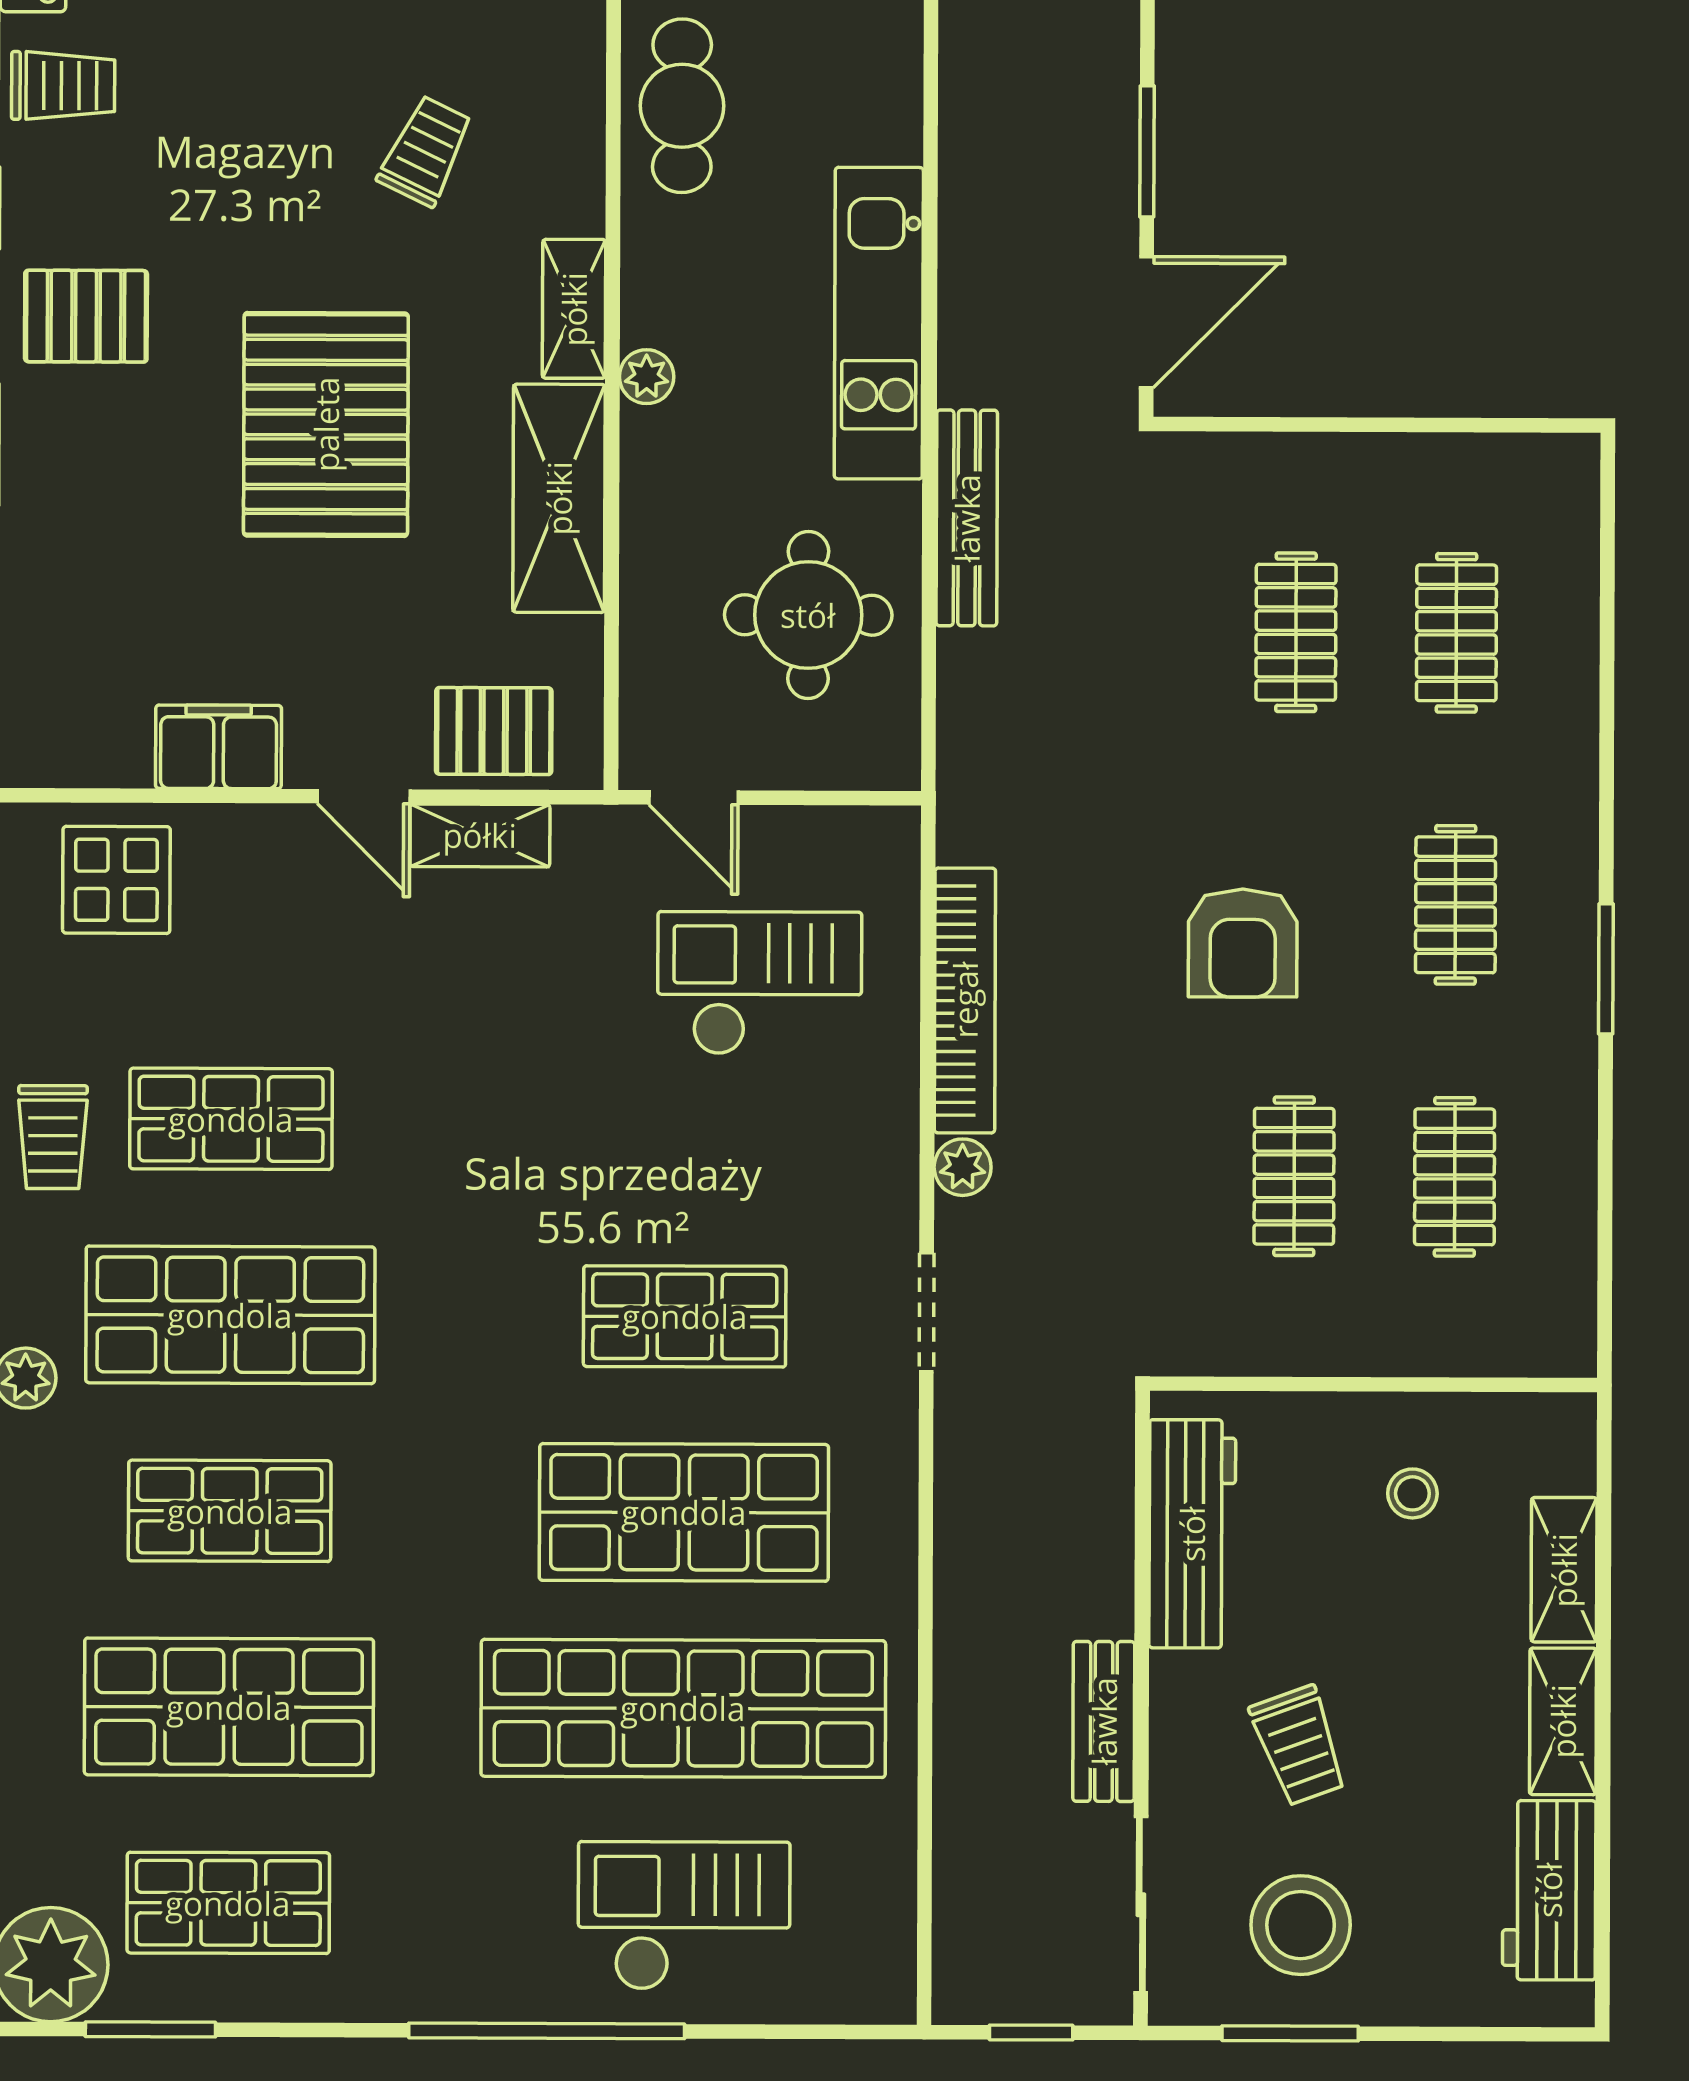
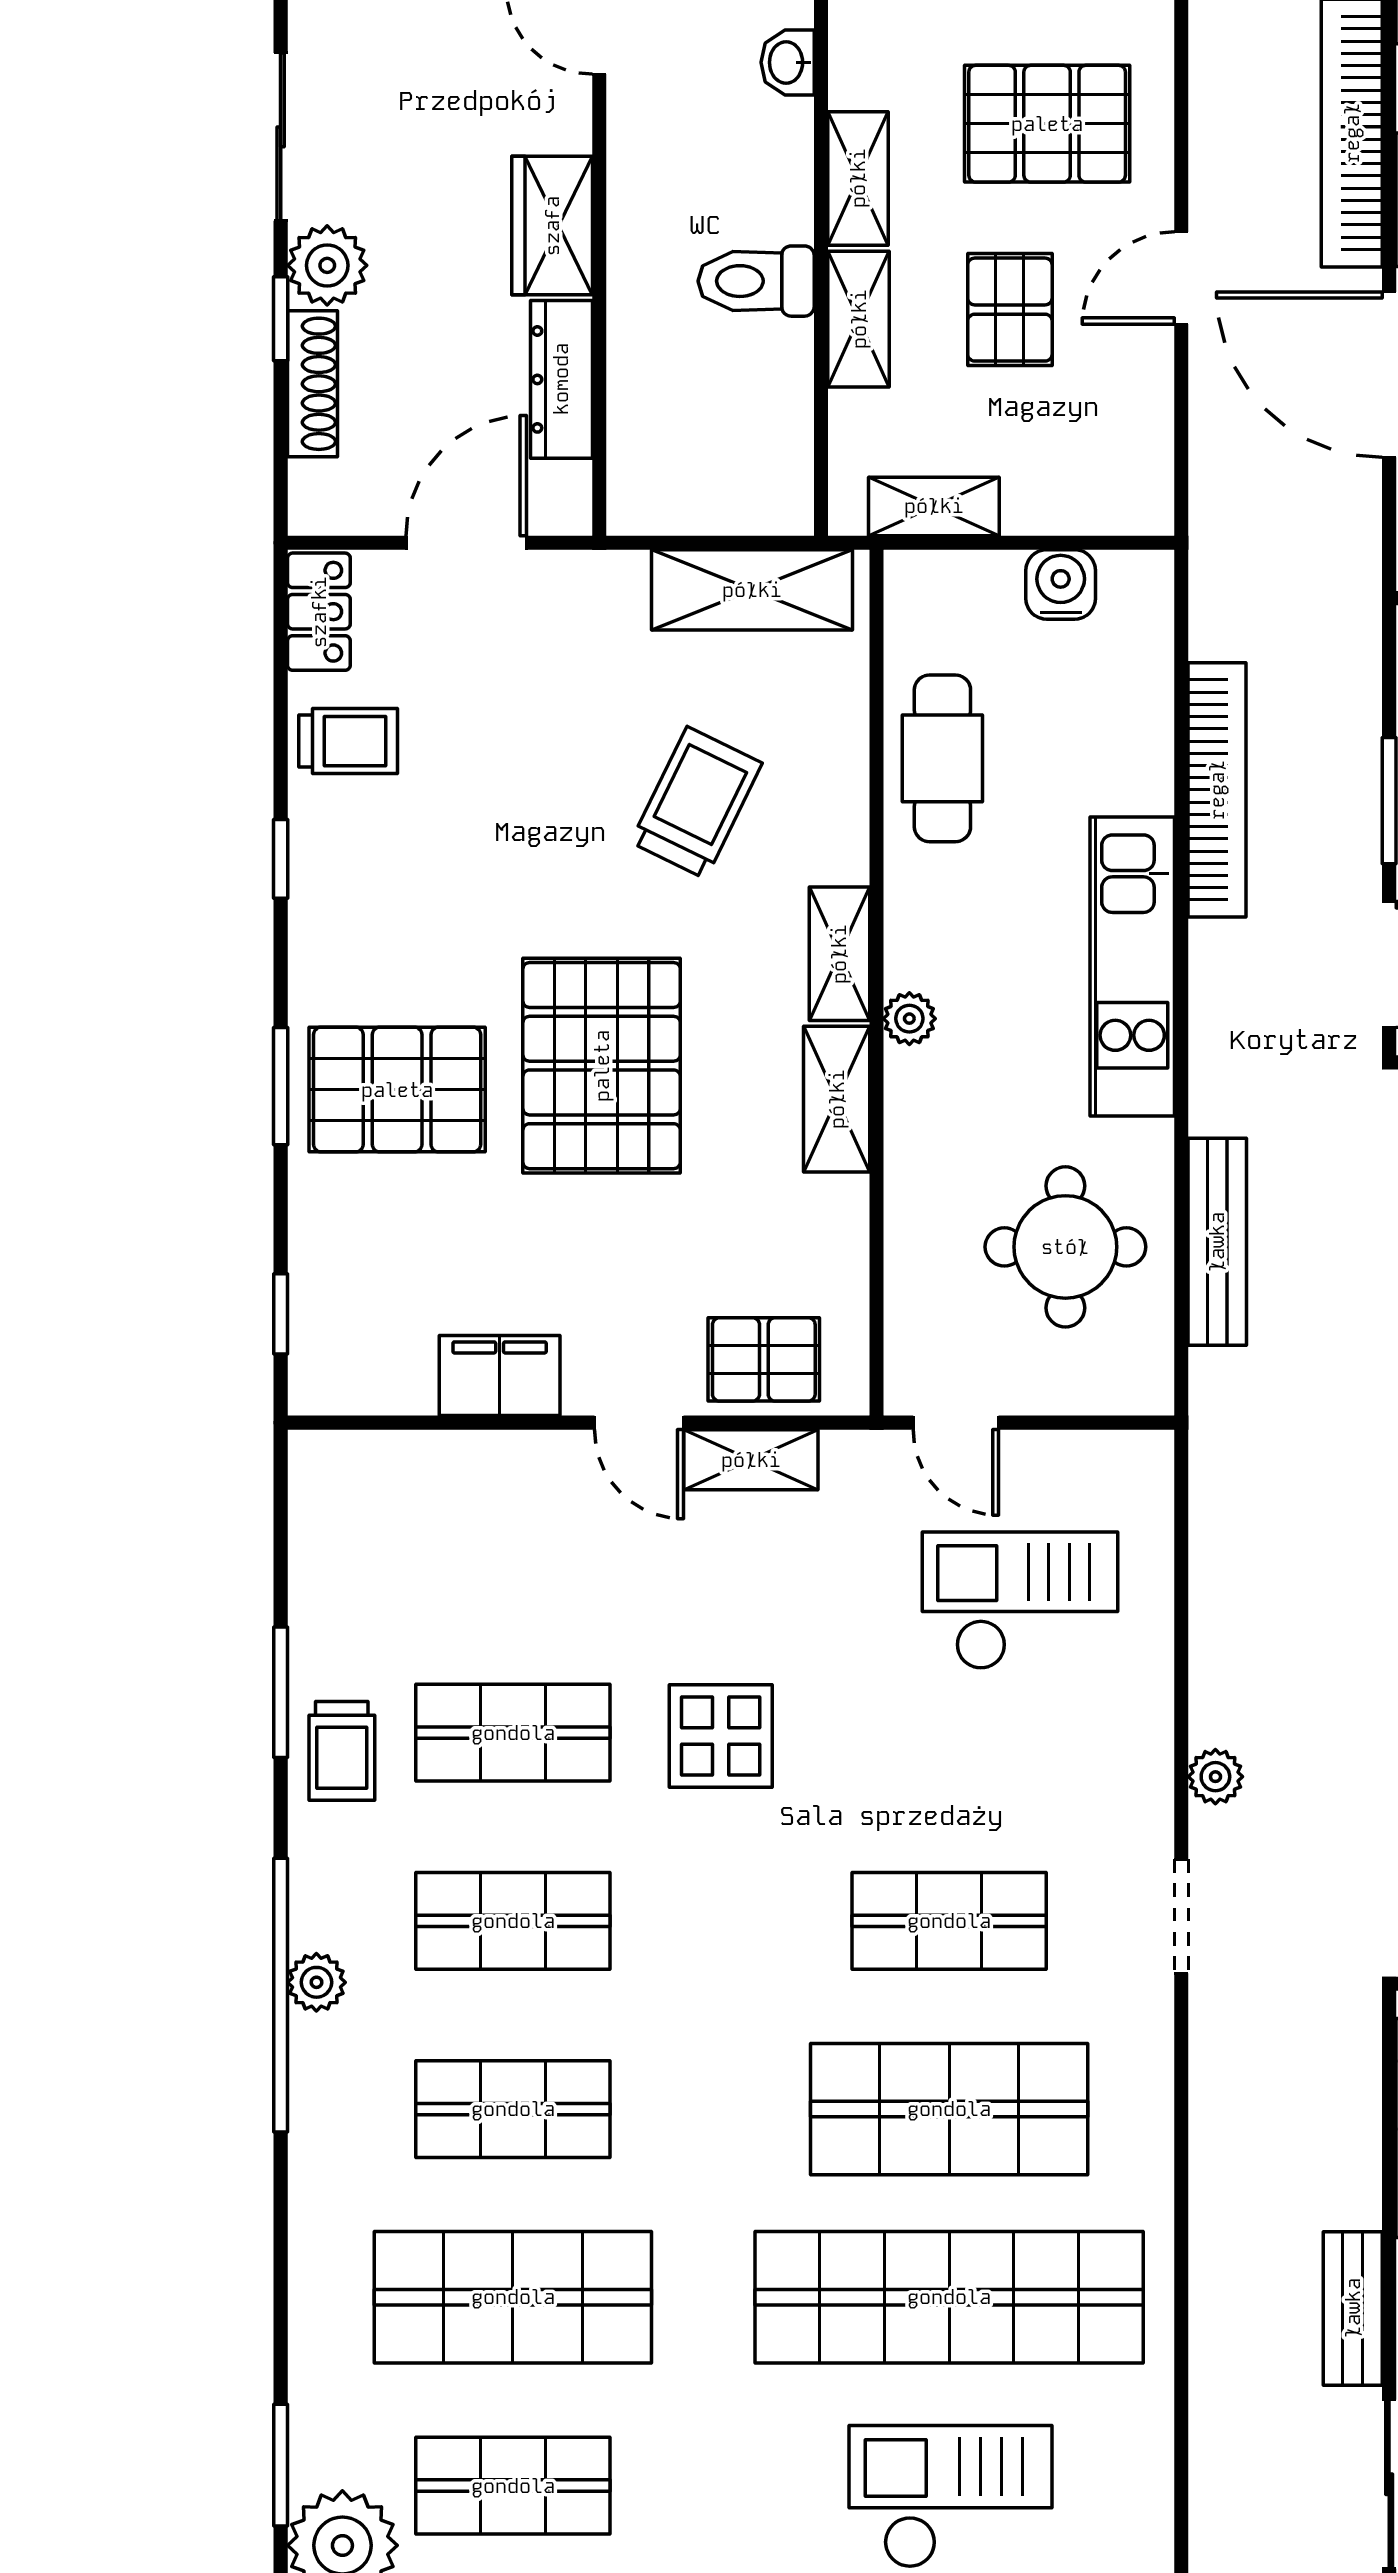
trolley: (426, 151) -> (696, 803), width x1.36, depth x1.39
pallet: (86, 316) -> (397, 1090), moved, width x1.50, depth x1.42
shelving: (559, 498) -> (837, 1099), width x0.67, depth x0.75
bench: (967, 518) -> (1217, 1242), moved
display table: (116, 880) -> (721, 1736), moved
bookcase: (965, 1000) -> (1217, 790), moved
shop shelf: (230, 1315) -> (513, 1921), width x0.70, depth x0.74

